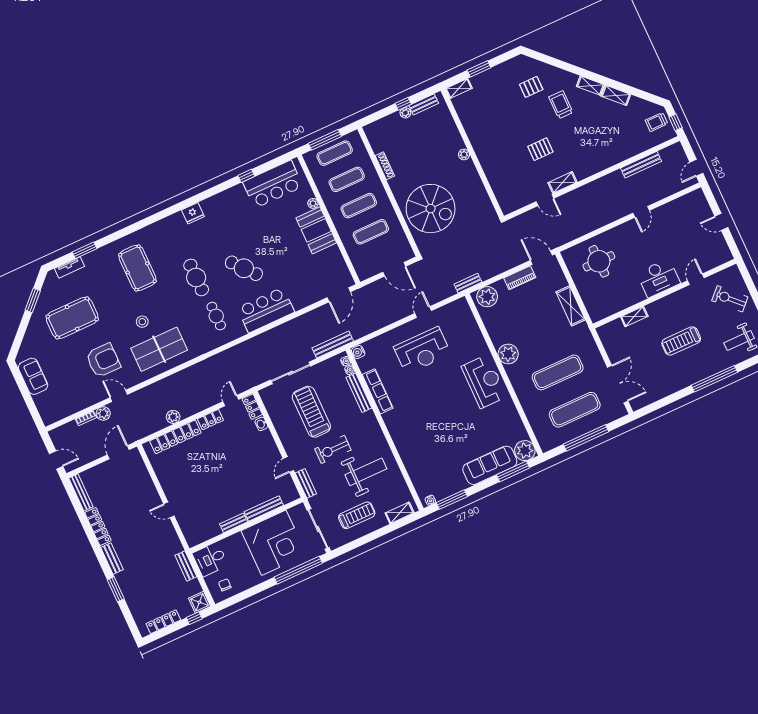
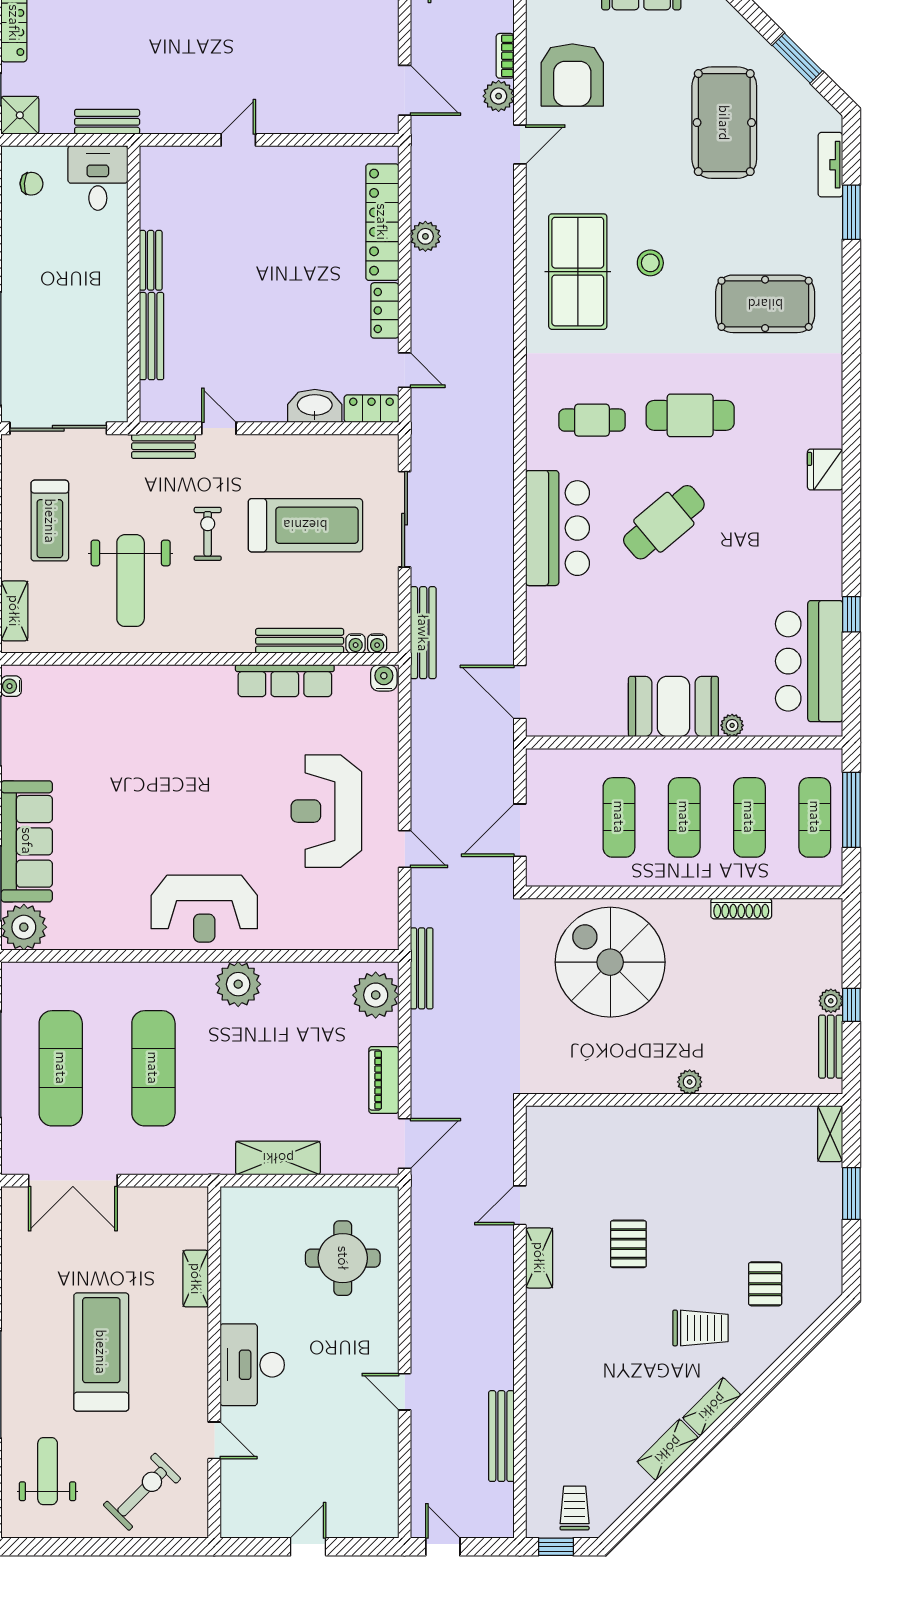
spiral stairs: (431, 209) -> (610, 962), turned 90
bench: (468, 283) -> (422, 968), width x1.36
treadmill: (681, 341) -> (101, 1352), width x1.37, depth x1.38
armchair: (103, 360) -> (572, 75), moved
washbasin: (261, 424) -> (315, 406), width x1.91, depth x1.45
exercise bike: (333, 449) -> (208, 534), width x0.73, depth x0.72
corner desk: (274, 543) -> (72, 324), removed

